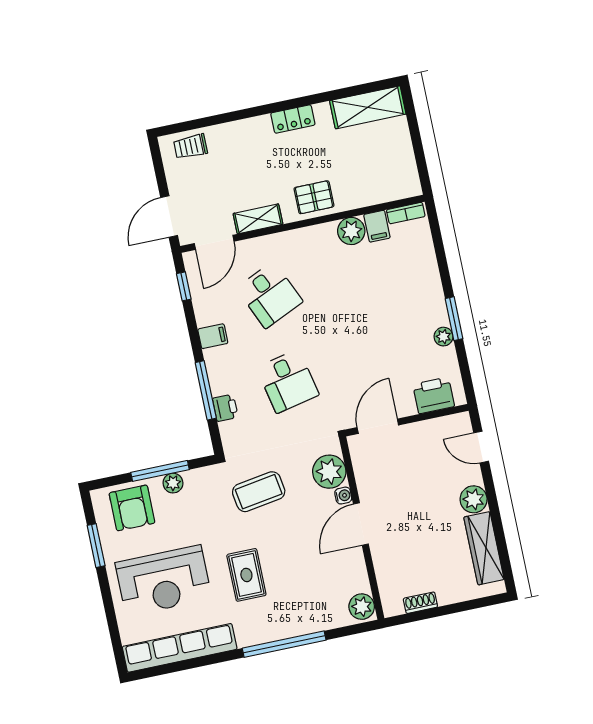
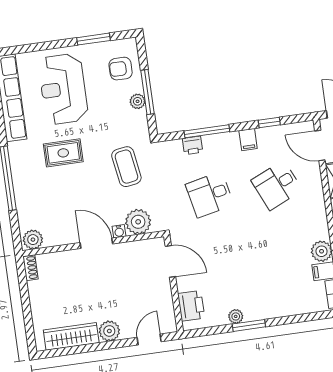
window: (184, 286) -> (269, 123), moved
armchair: (132, 508) -> (121, 69), width x0.72, depth x0.72
shoe rack: (420, 603) -> (30, 268), moved

